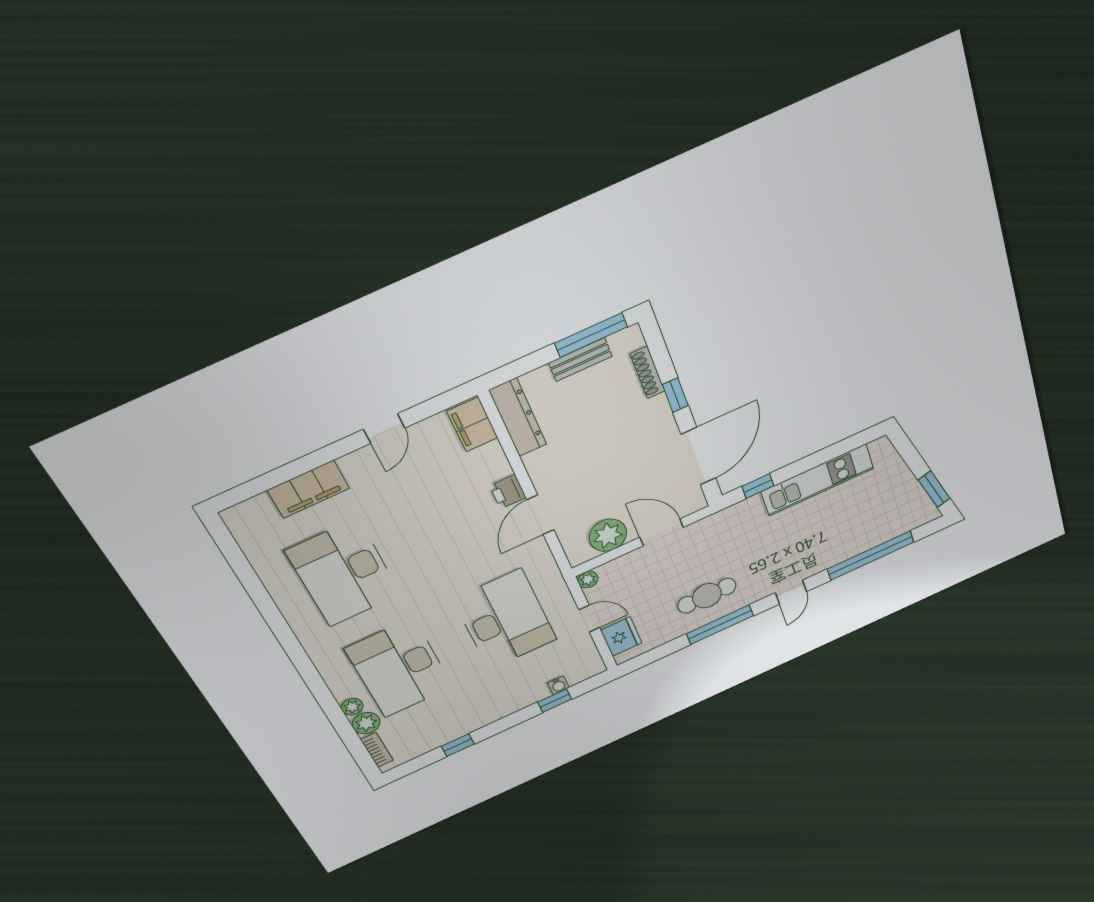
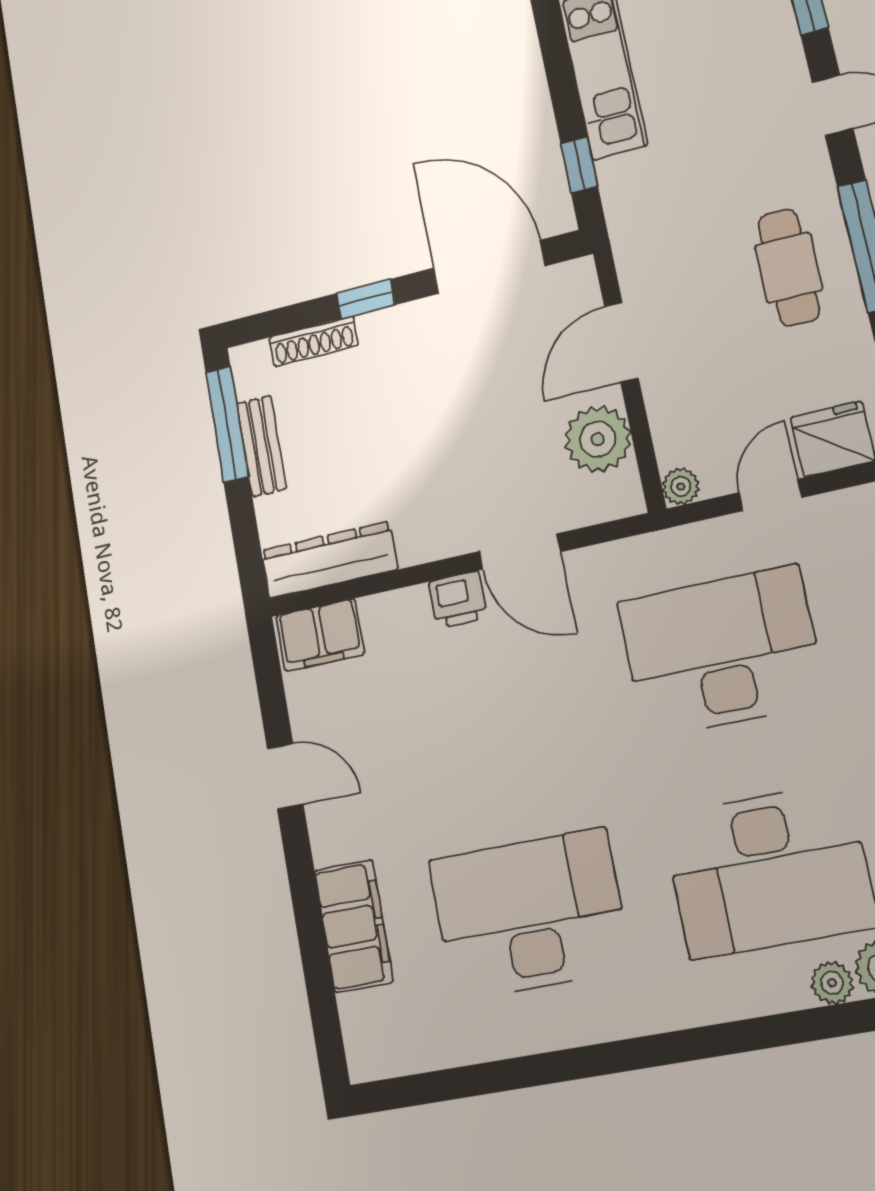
desk: (344, 573) -> (530, 914), turned 180

